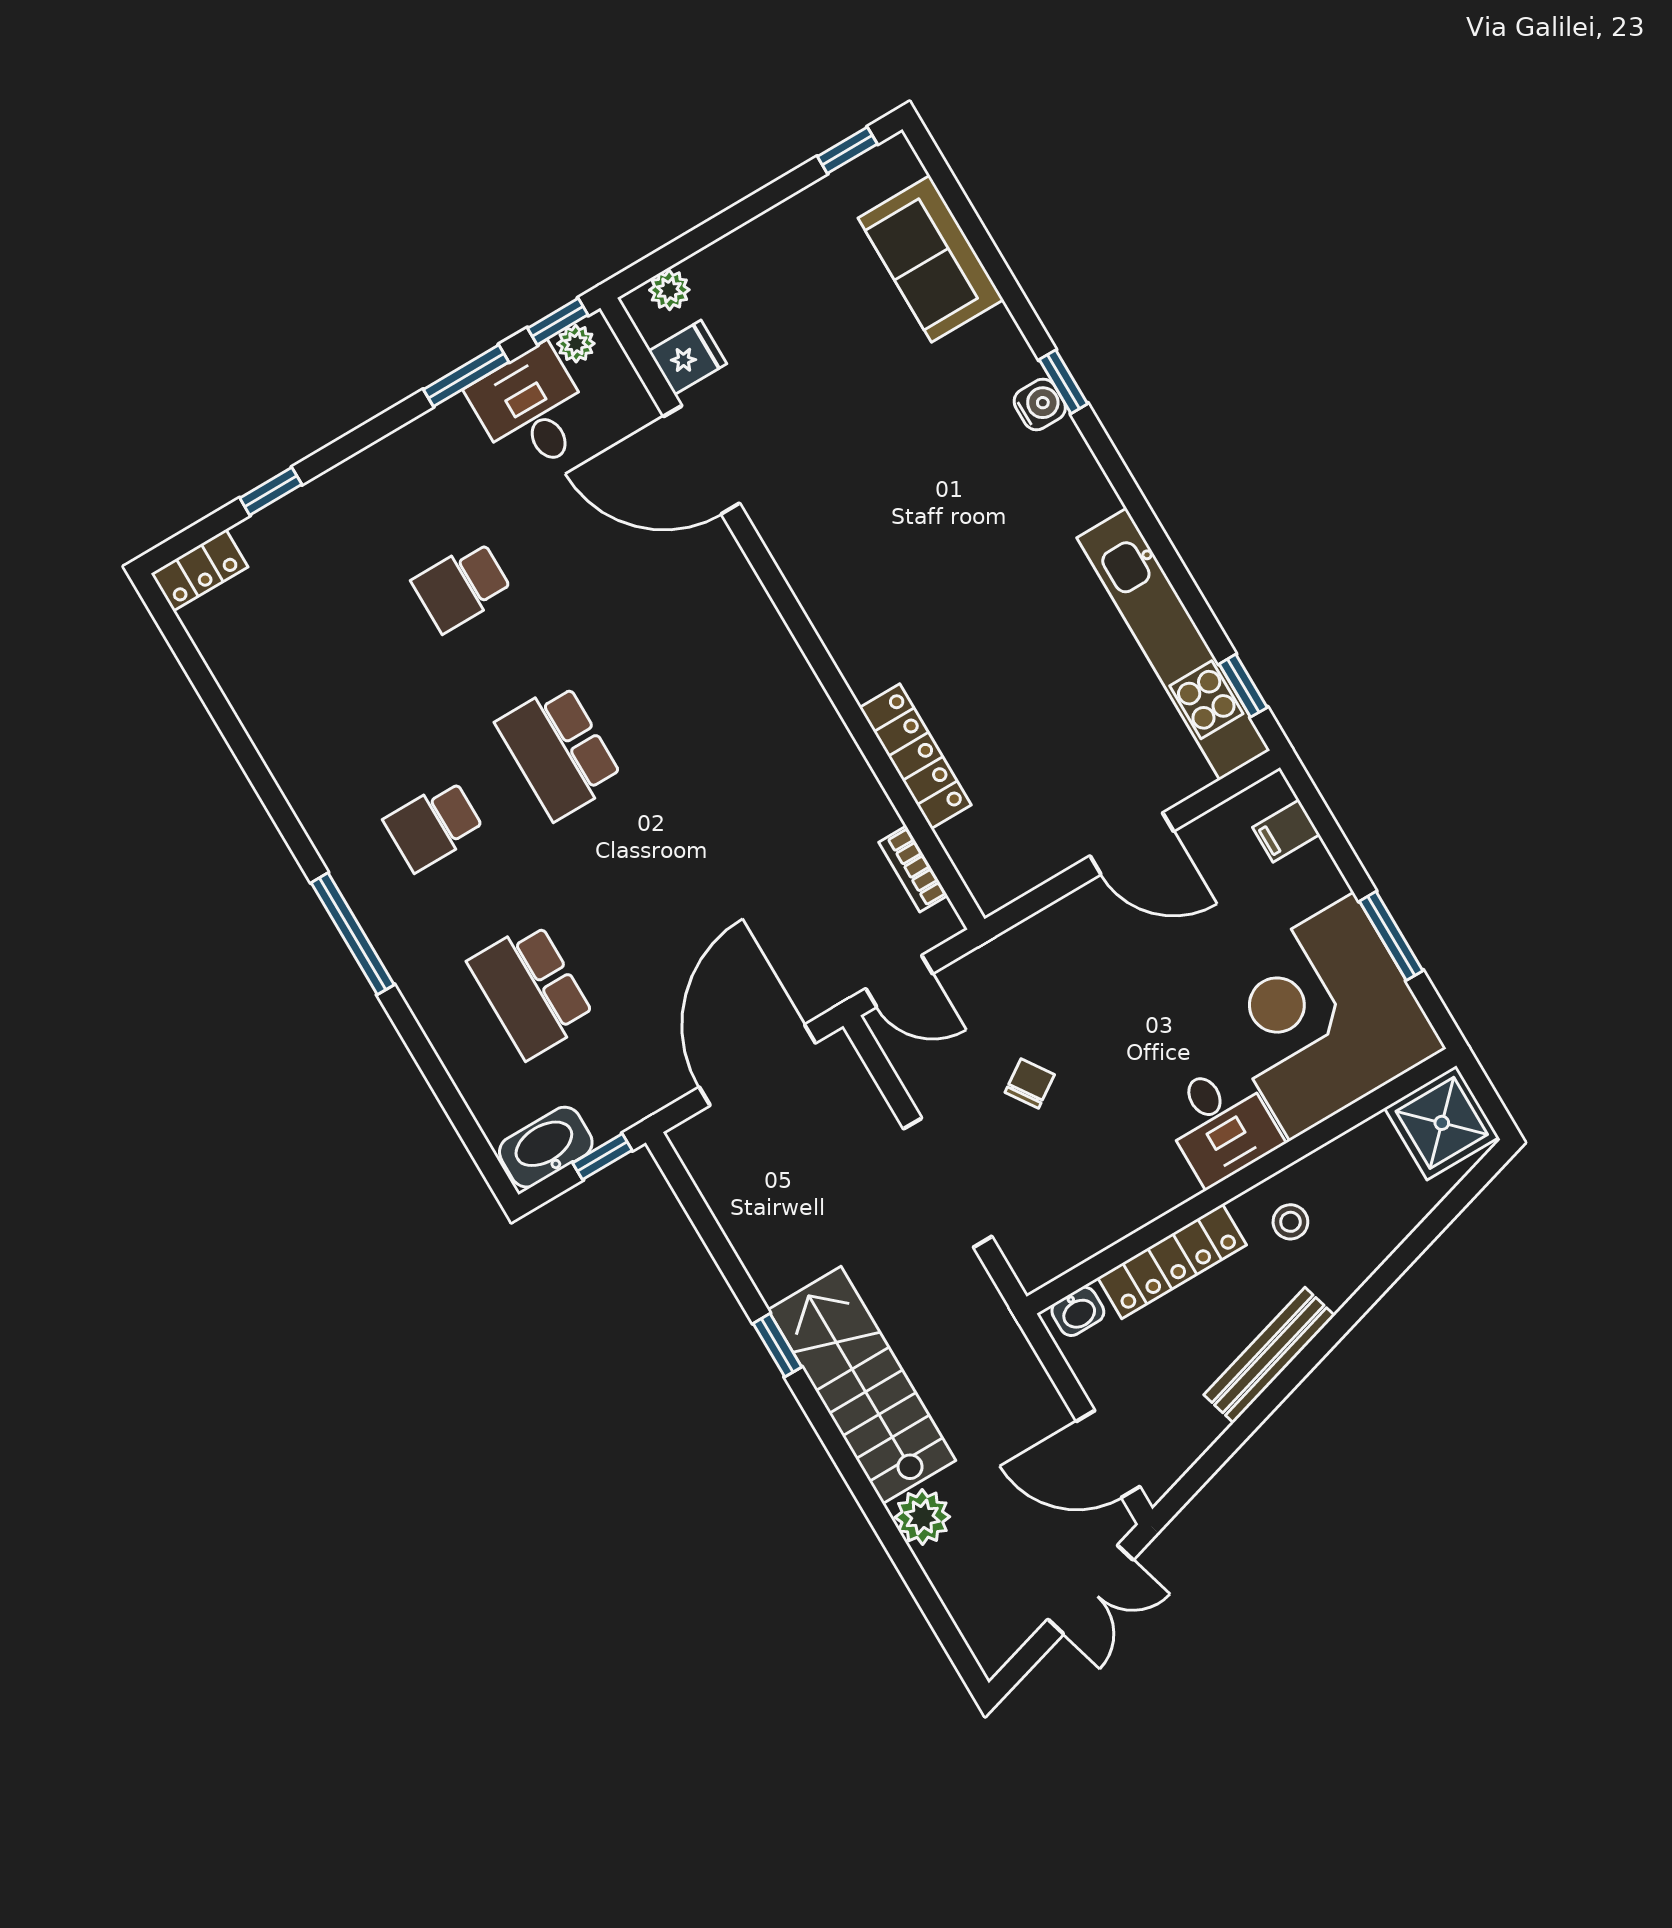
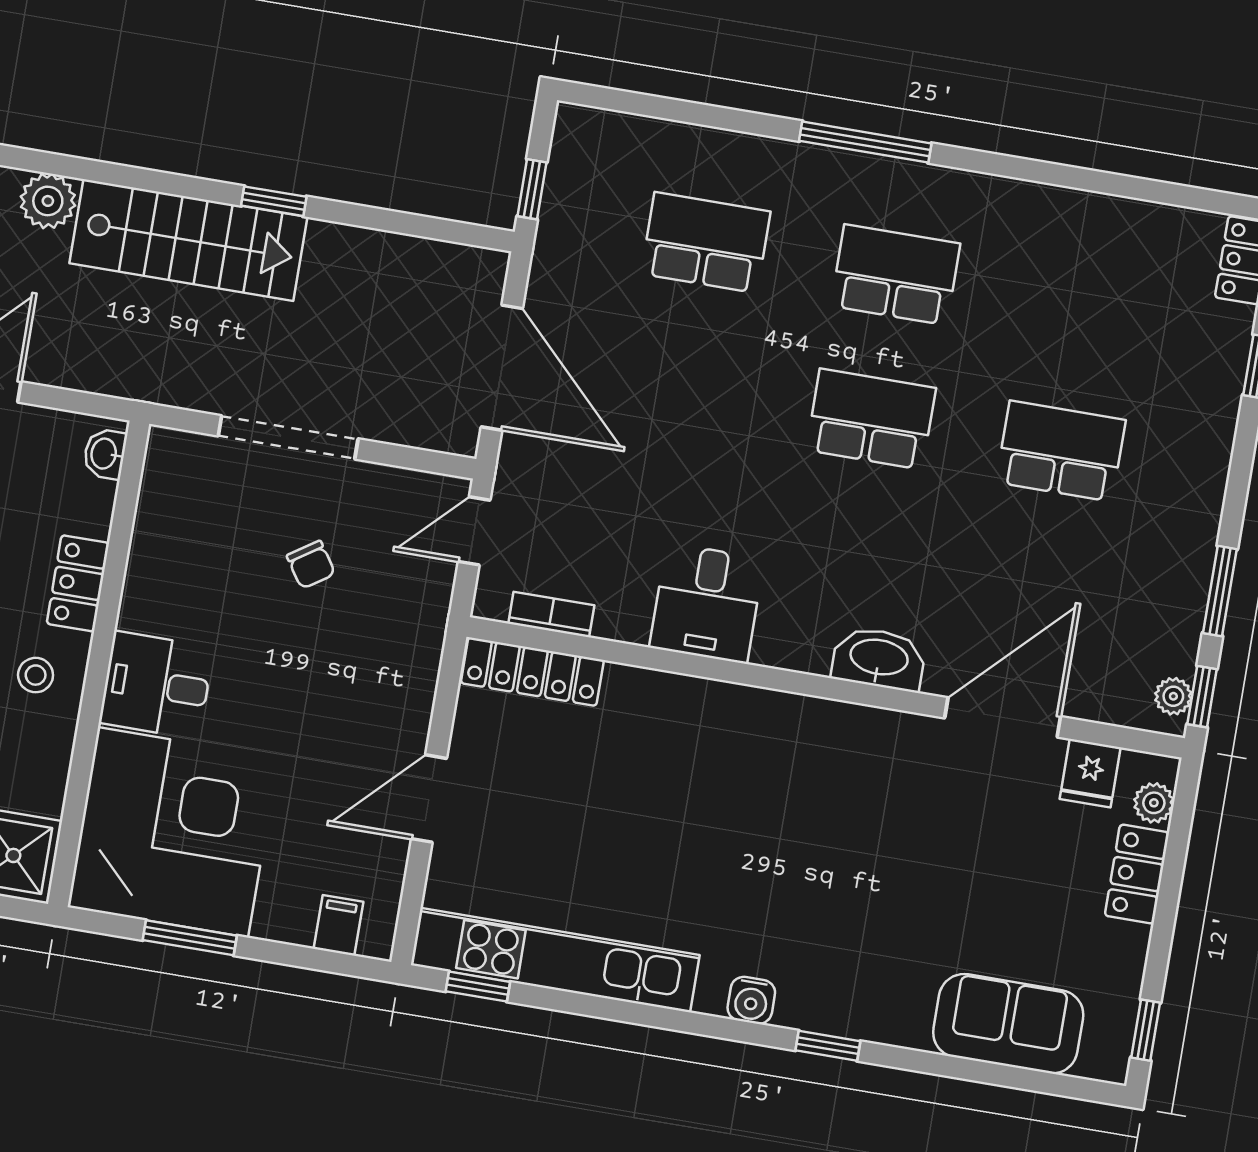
locker: (734, 257) -> (1137, 874), added
water cooler: (1040, 404) -> (751, 1000), moved
desk: (532, 410) -> (707, 603), moved, turned 90
school desk: (462, 586) -> (1061, 451), width x1.85
locker: (915, 756) -> (532, 672), moved
school desk: (434, 825) -> (895, 275), width x1.85
washbasin: (546, 1147) -> (879, 659), moved, turned -90
locker: (1172, 1261) -> (78, 583), width x0.66

